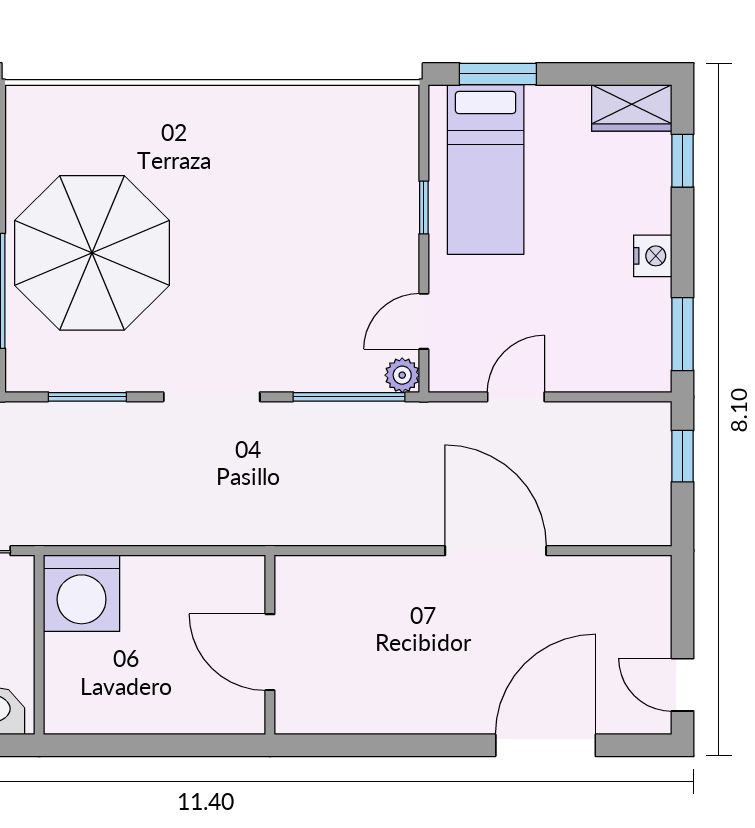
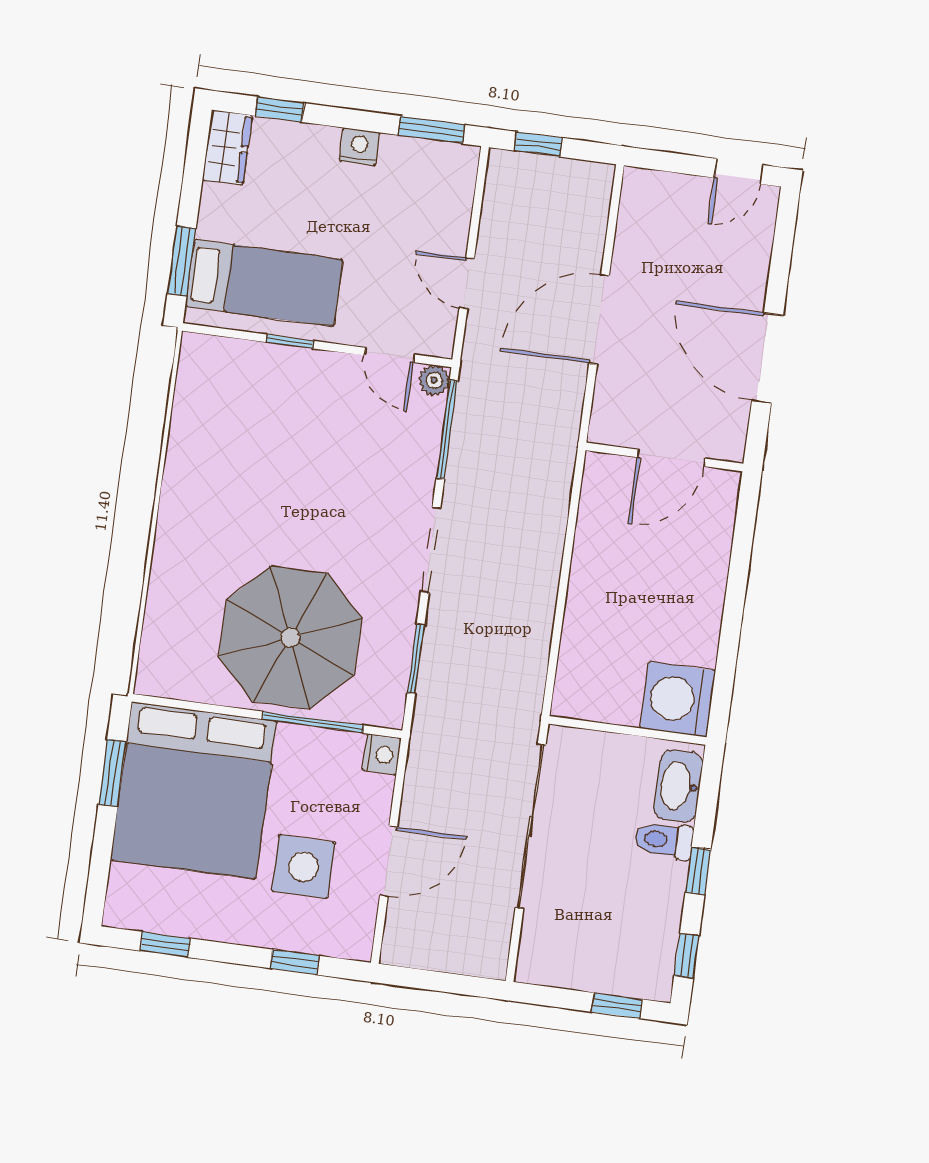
washing machine: (82, 593) -> (678, 699), moved, turned 180
wall: (270, 645) -> (664, 457), moved
door: (270, 652) -> (671, 458), moved
door: (546, 745) -> (767, 358), moved

